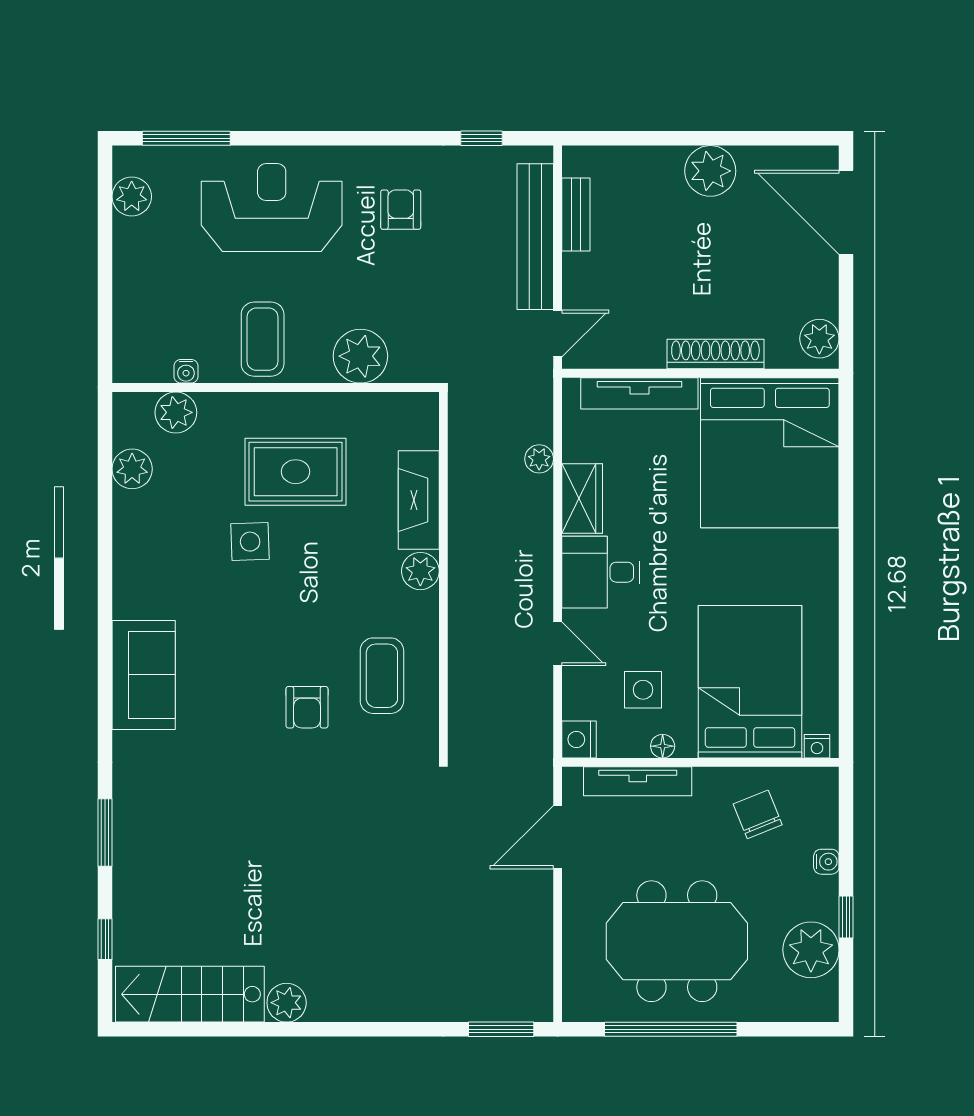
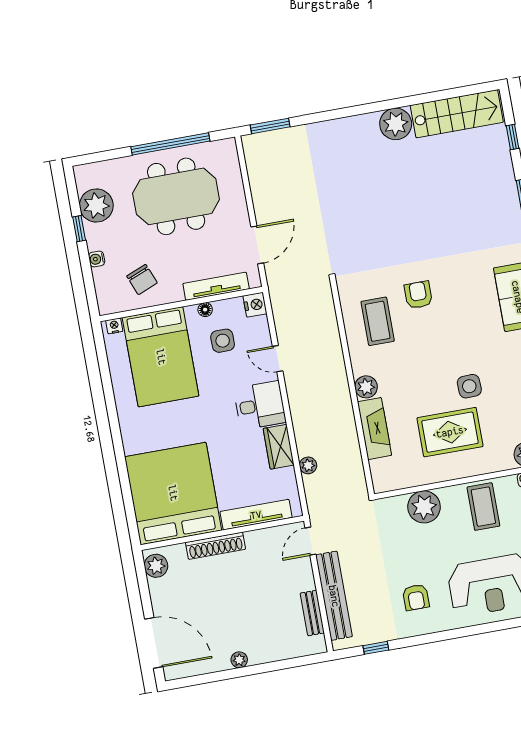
plant: (710, 171) -> (239, 660), width x0.53, depth x0.53
plant: (287, 1003) -> (396, 124), width x1.36, depth x1.36

